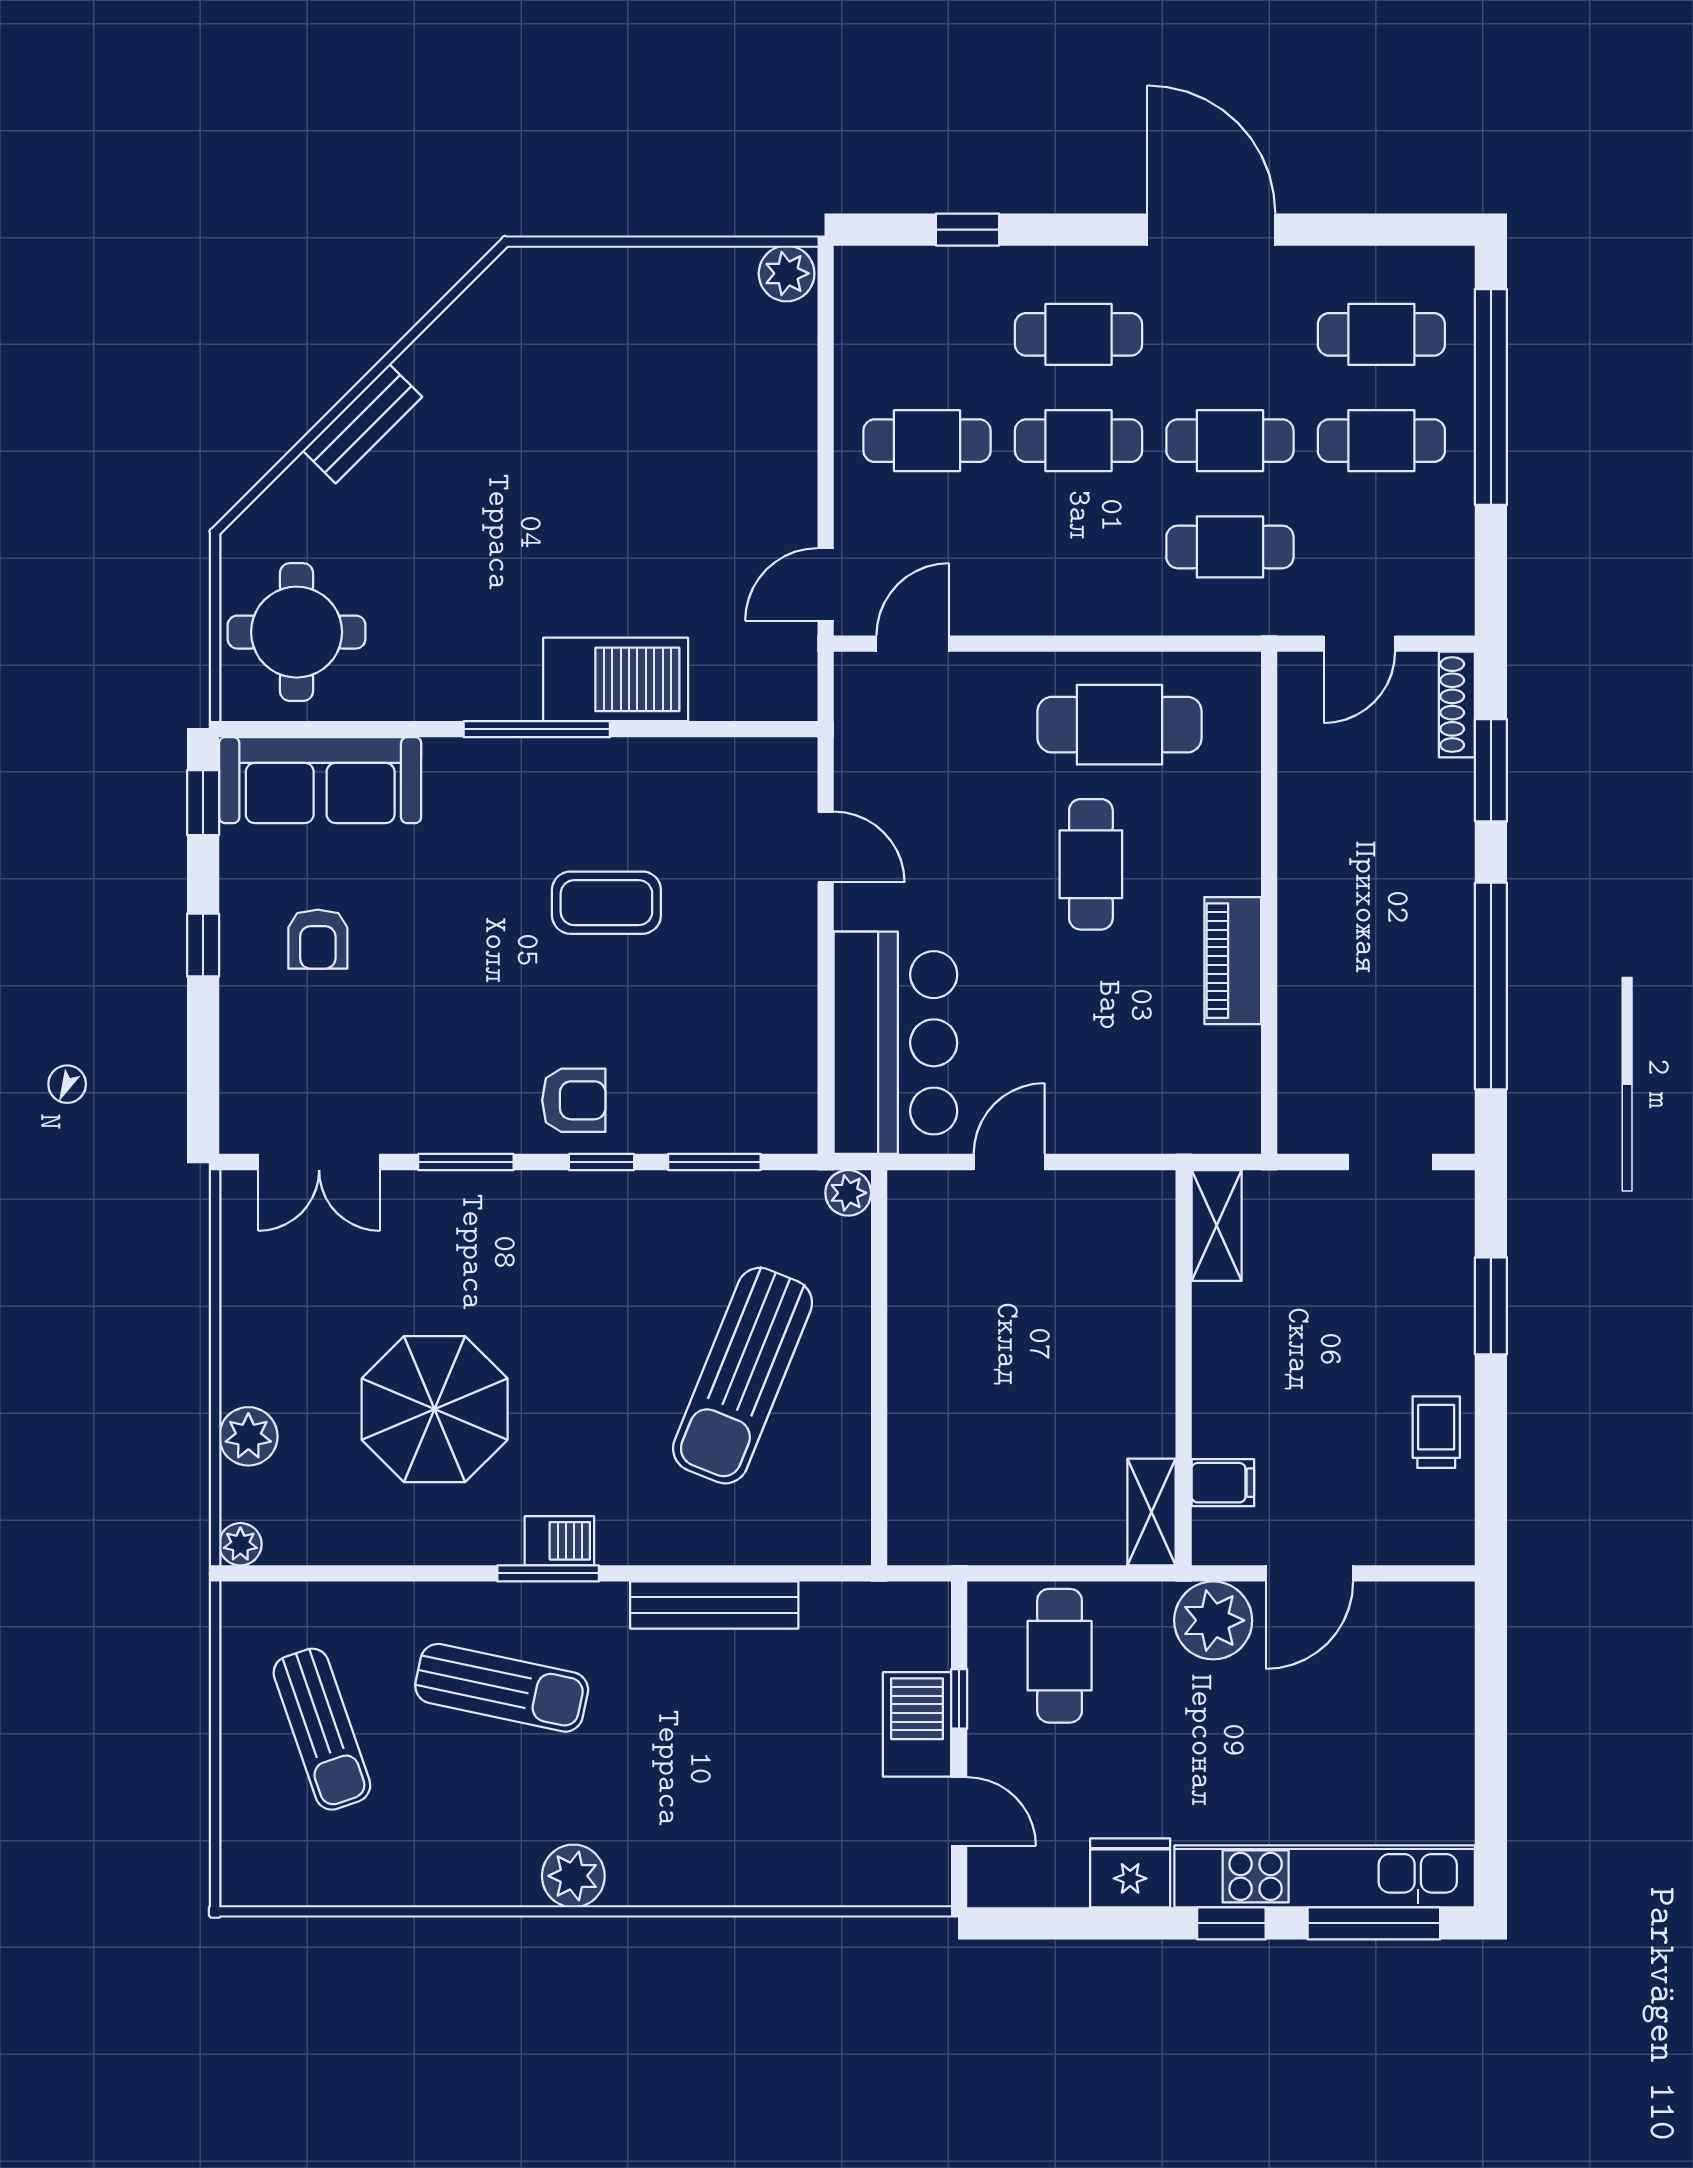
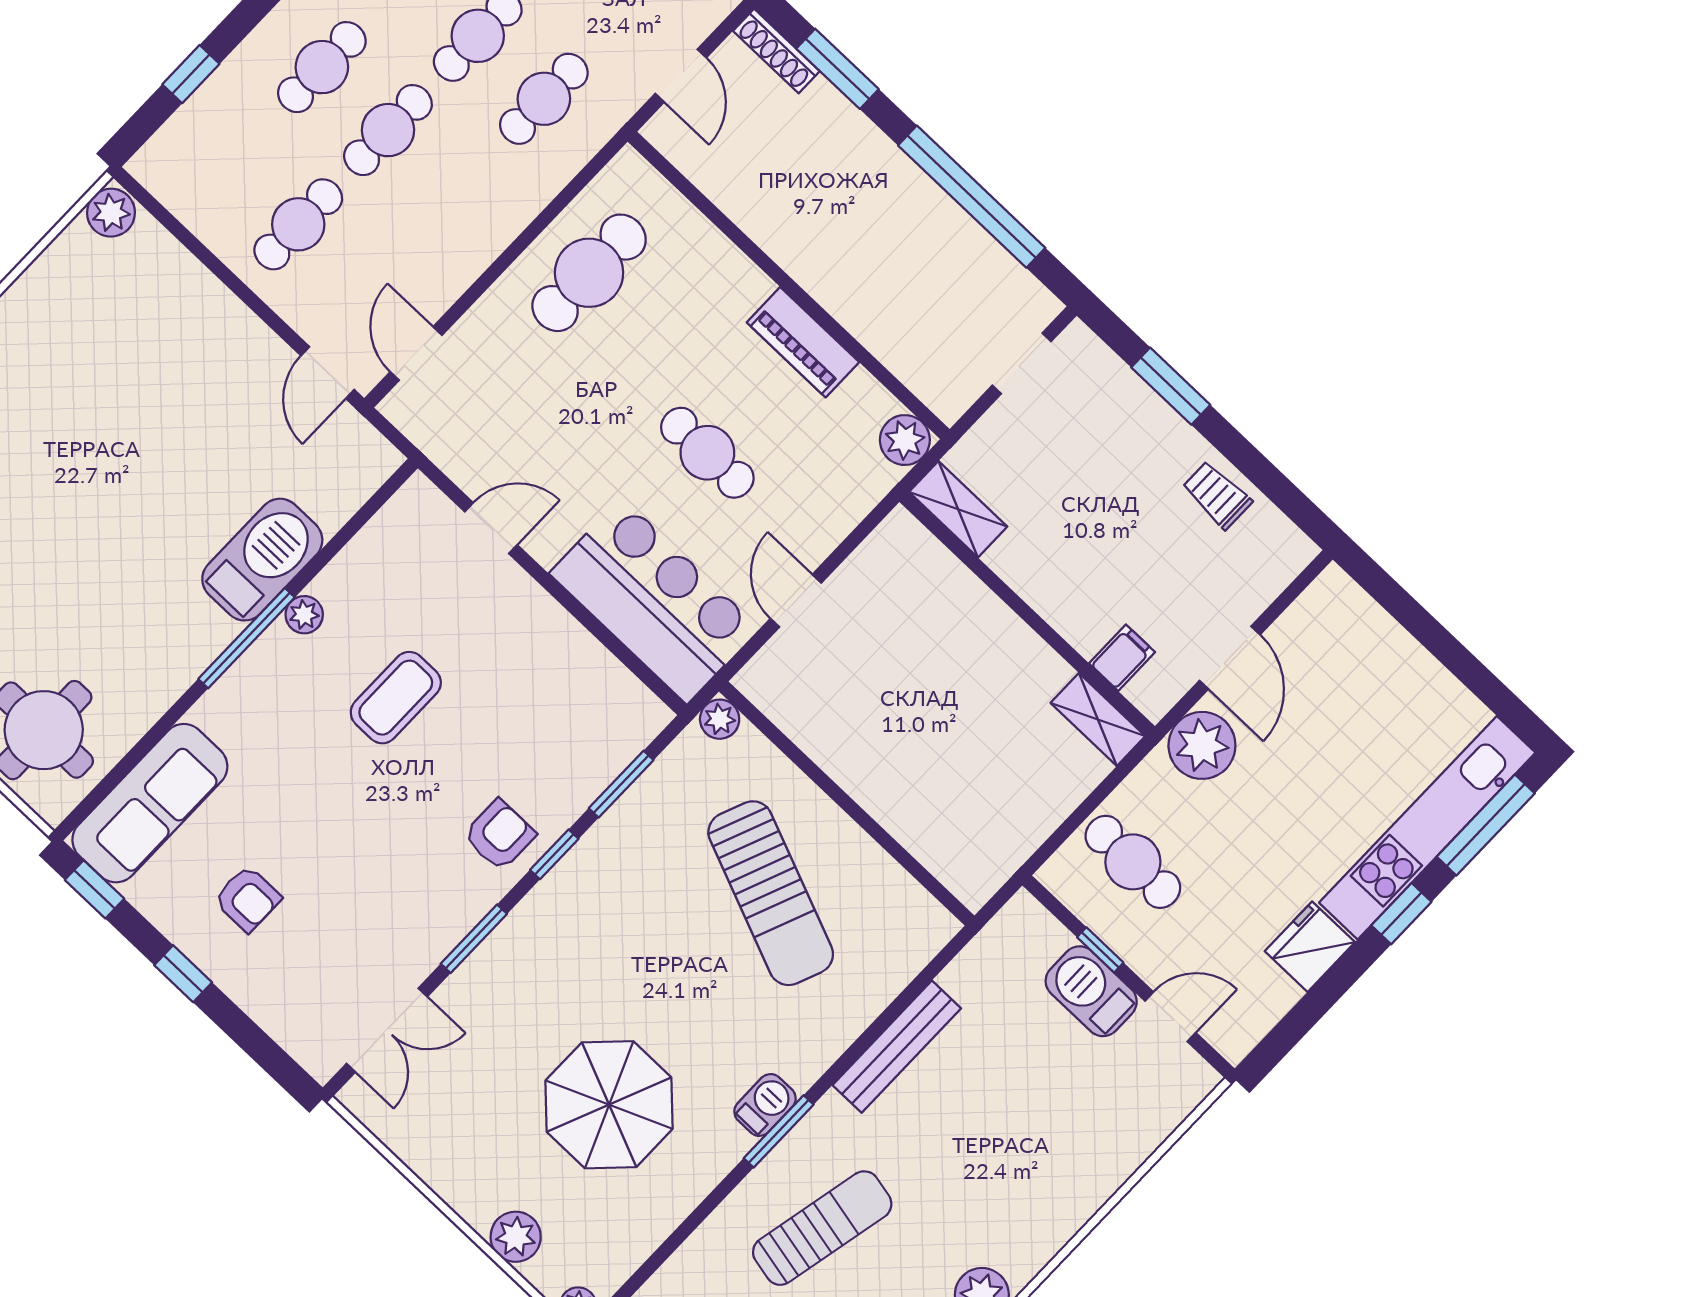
plant: (603, 759) -> (304, 615), added
cafe table: (1091, 864) -> (707, 453), moved
plant: (1232, 1125) -> (905, 440), added

